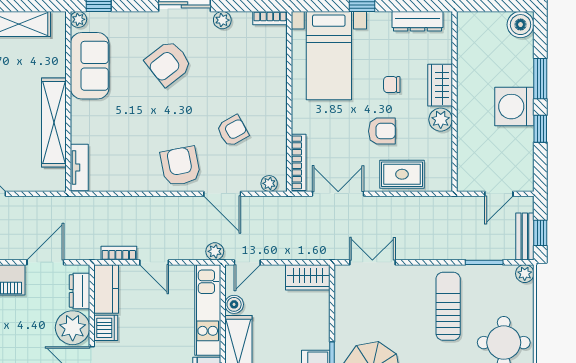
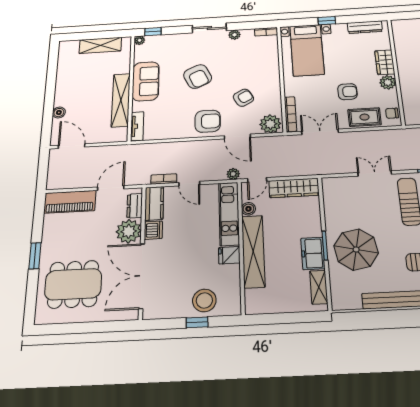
armchair: (168, 63) -> (198, 76), moved, turned -77
sofa: (90, 66) -> (146, 81), moved
chair: (392, 85) -> (392, 113), moved
armchair: (180, 166) -> (208, 121), turned 101
plant: (269, 183) -> (270, 124), width x1.88, depth x1.88
double door: (372, 262) -> (375, 173), moved
wardrobe: (308, 277) -> (294, 188), width x1.50

